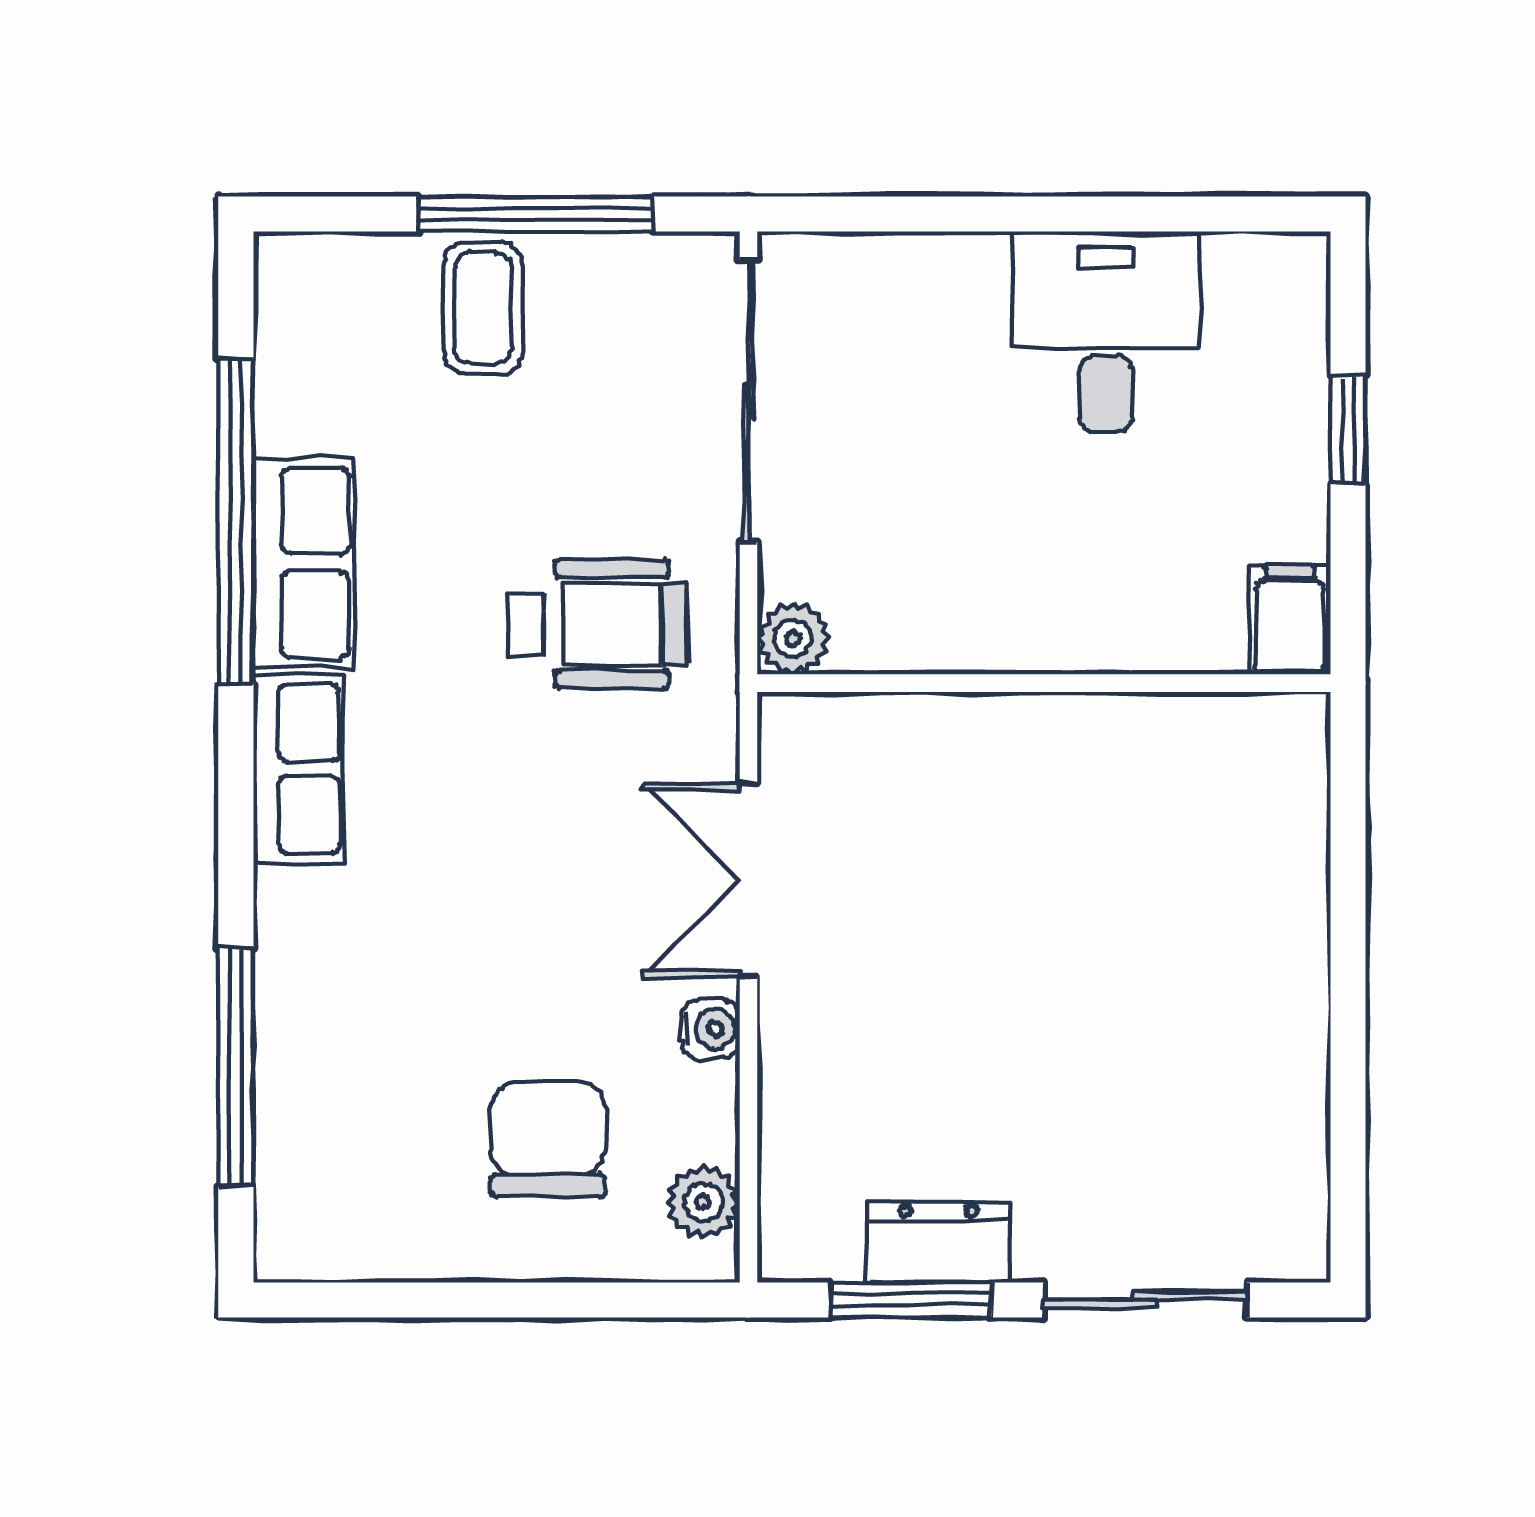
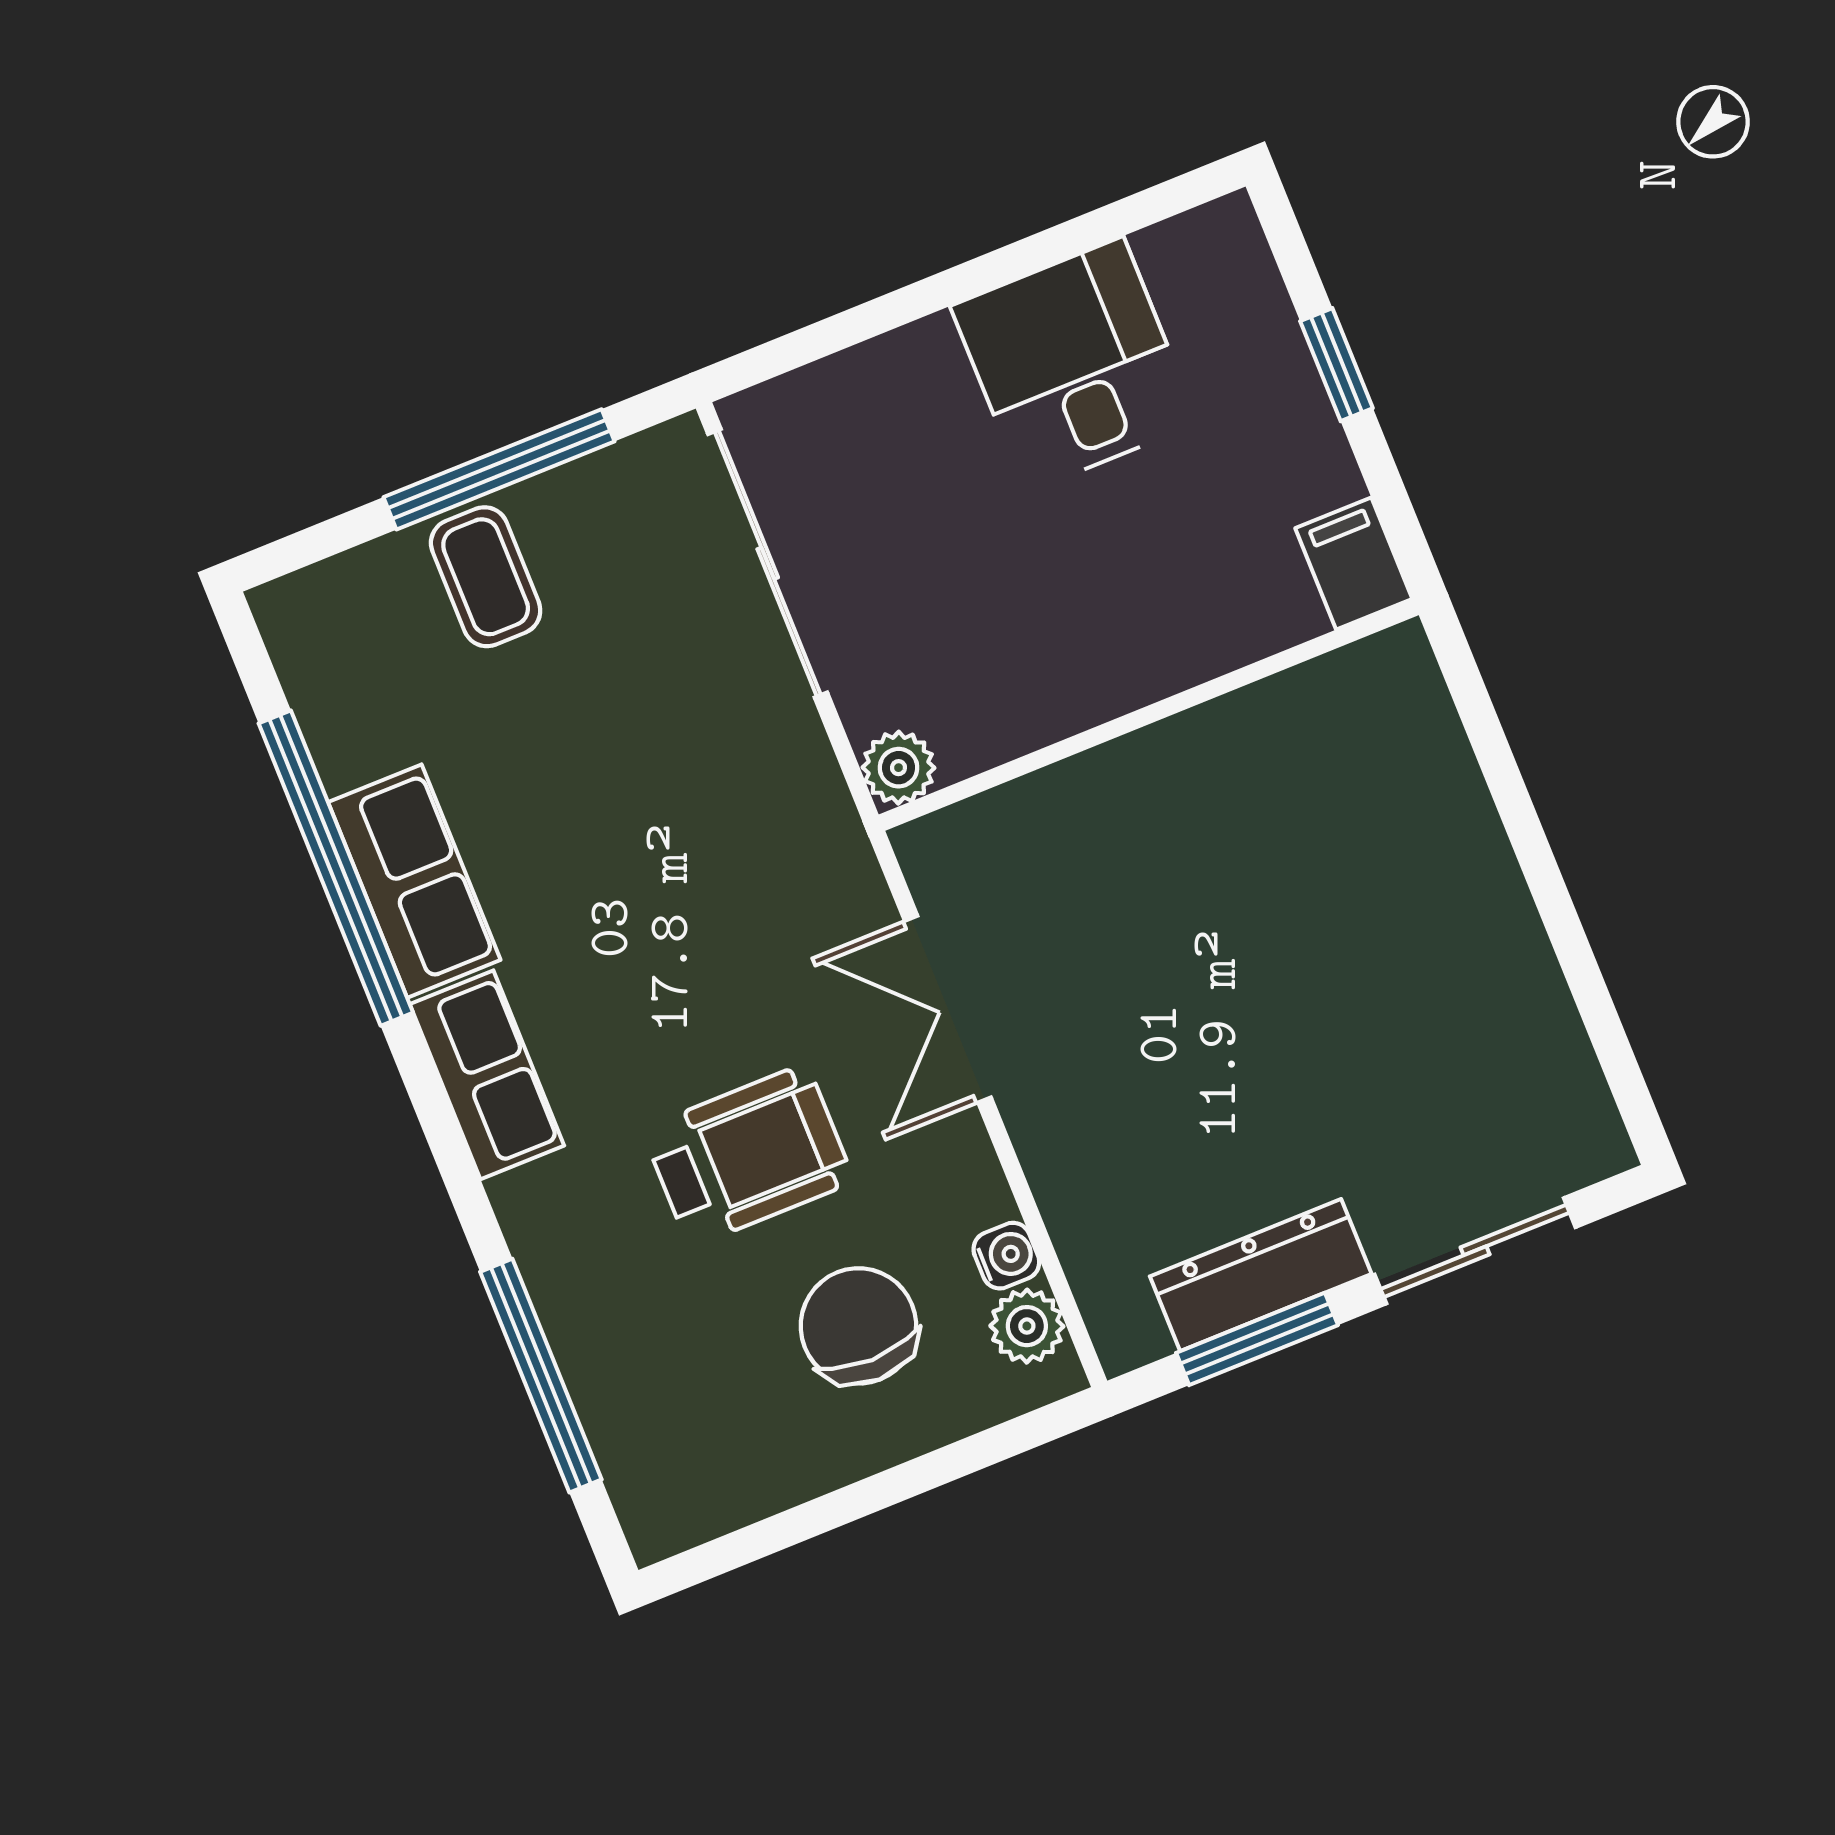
wheelchair: (597, 624) -> (748, 1155), moved
water cooler: (711, 1029) -> (1006, 1256), moved
dresser: (938, 1242) -> (1261, 1275), width x1.44

